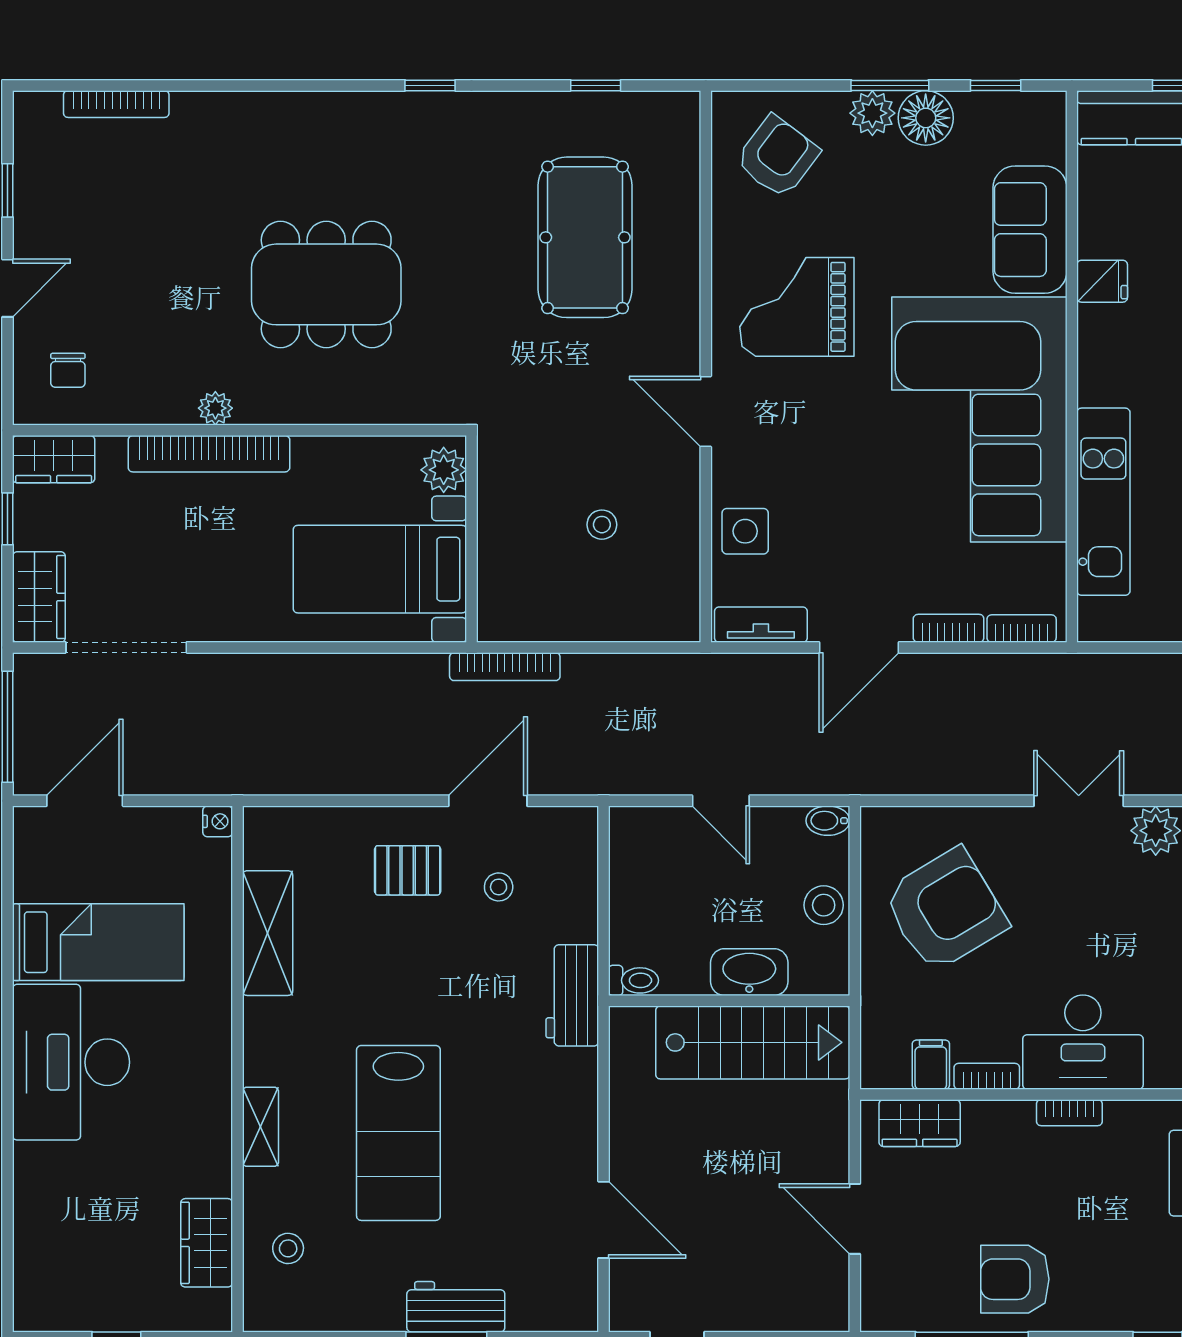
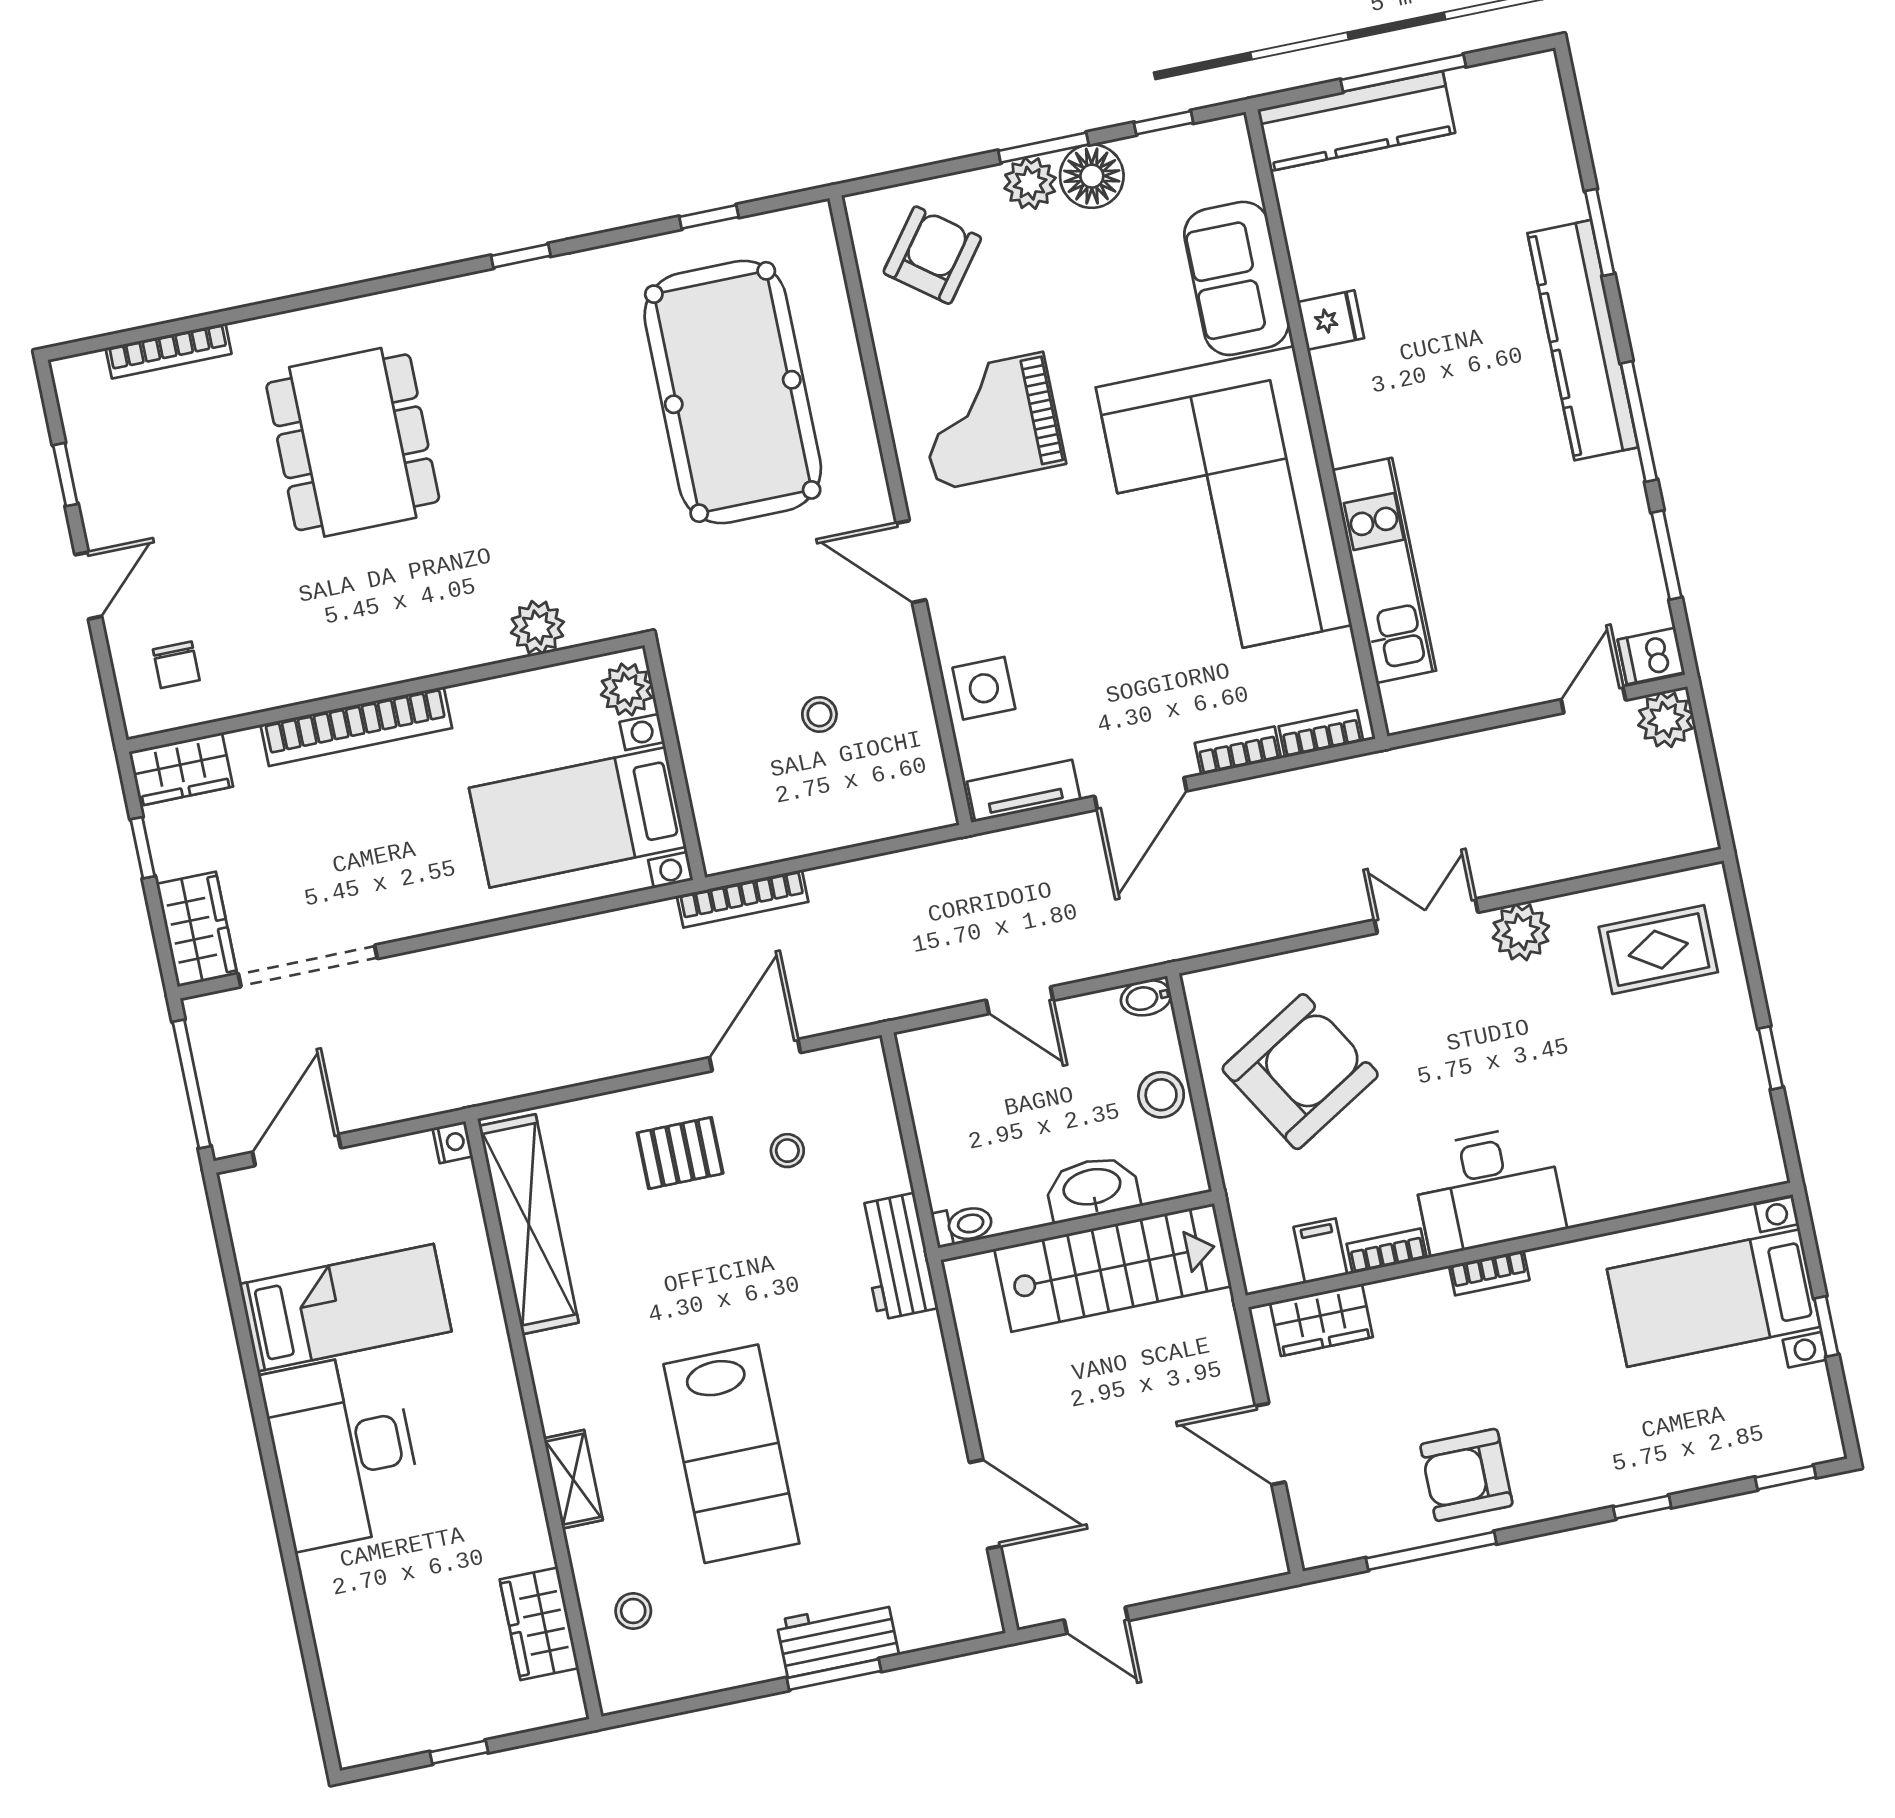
pool table: (585, 237) -> (733, 392), width x1.36, depth x1.32
dining table: (326, 284) -> (353, 442), moved, turned 90
plant: (215, 408) -> (537, 627), moved, width x1.38, depth x1.38
shelving: (268, 933) -> (529, 1224), width x1.47

